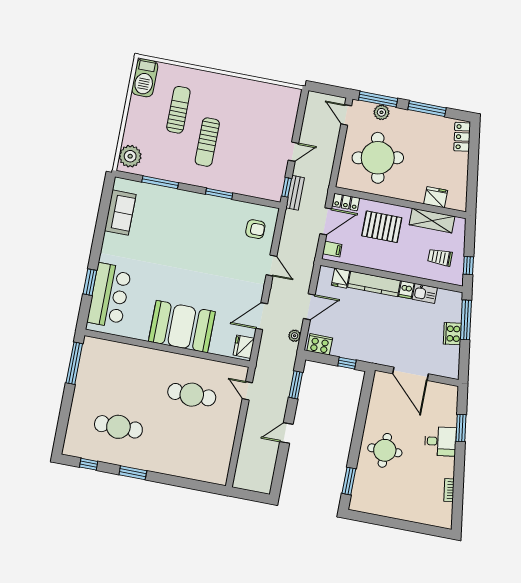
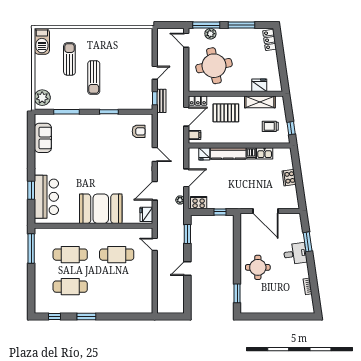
window: (466, 320) -> (297, 166), removed
cafe table: (127, 382) -> (70, 255), added

